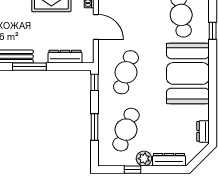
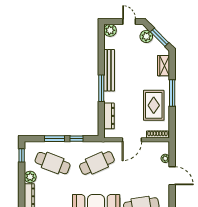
cafe table: (126, 72) -> (97, 163), turned -42
window: (94, 82) -> (77, 139), moved
window: (133, 170) -> (22, 155), moved

